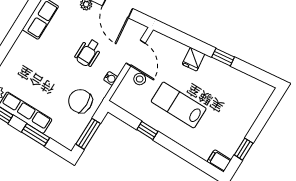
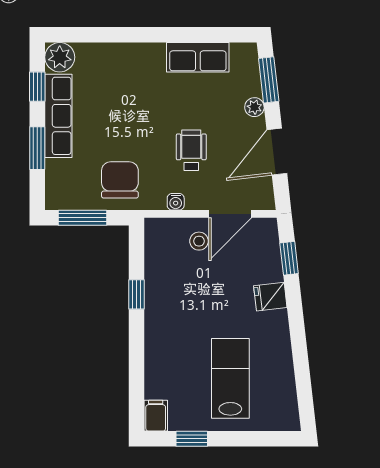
wheelchair: (88, 53) -> (191, 150), turned 90
window: (223, 57) -> (289, 258), moved
lab bench: (179, 105) -> (230, 378), moved

